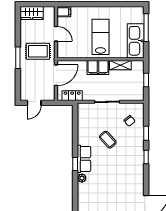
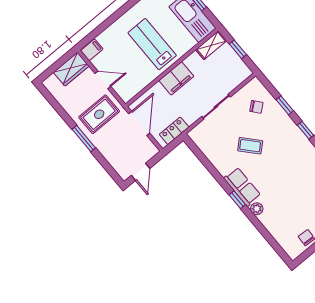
wardrobe: (32, 13) -> (71, 69), moved
shelving: (120, 65) -> (211, 45), moved

